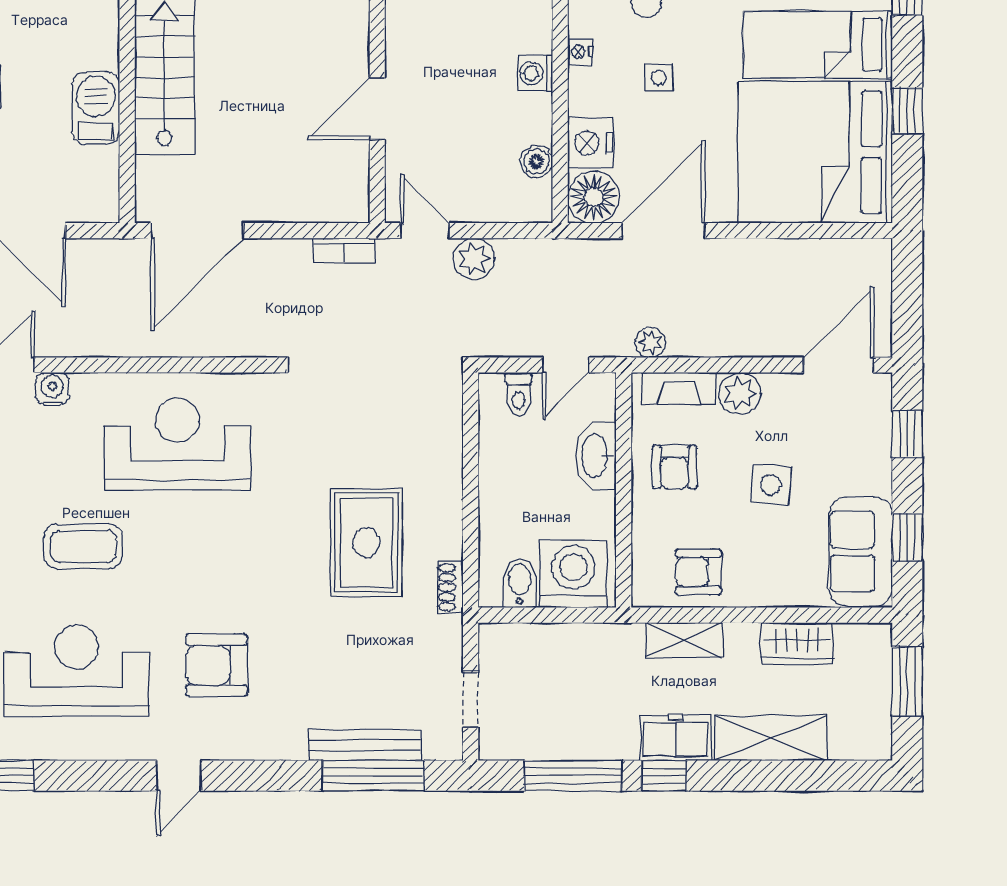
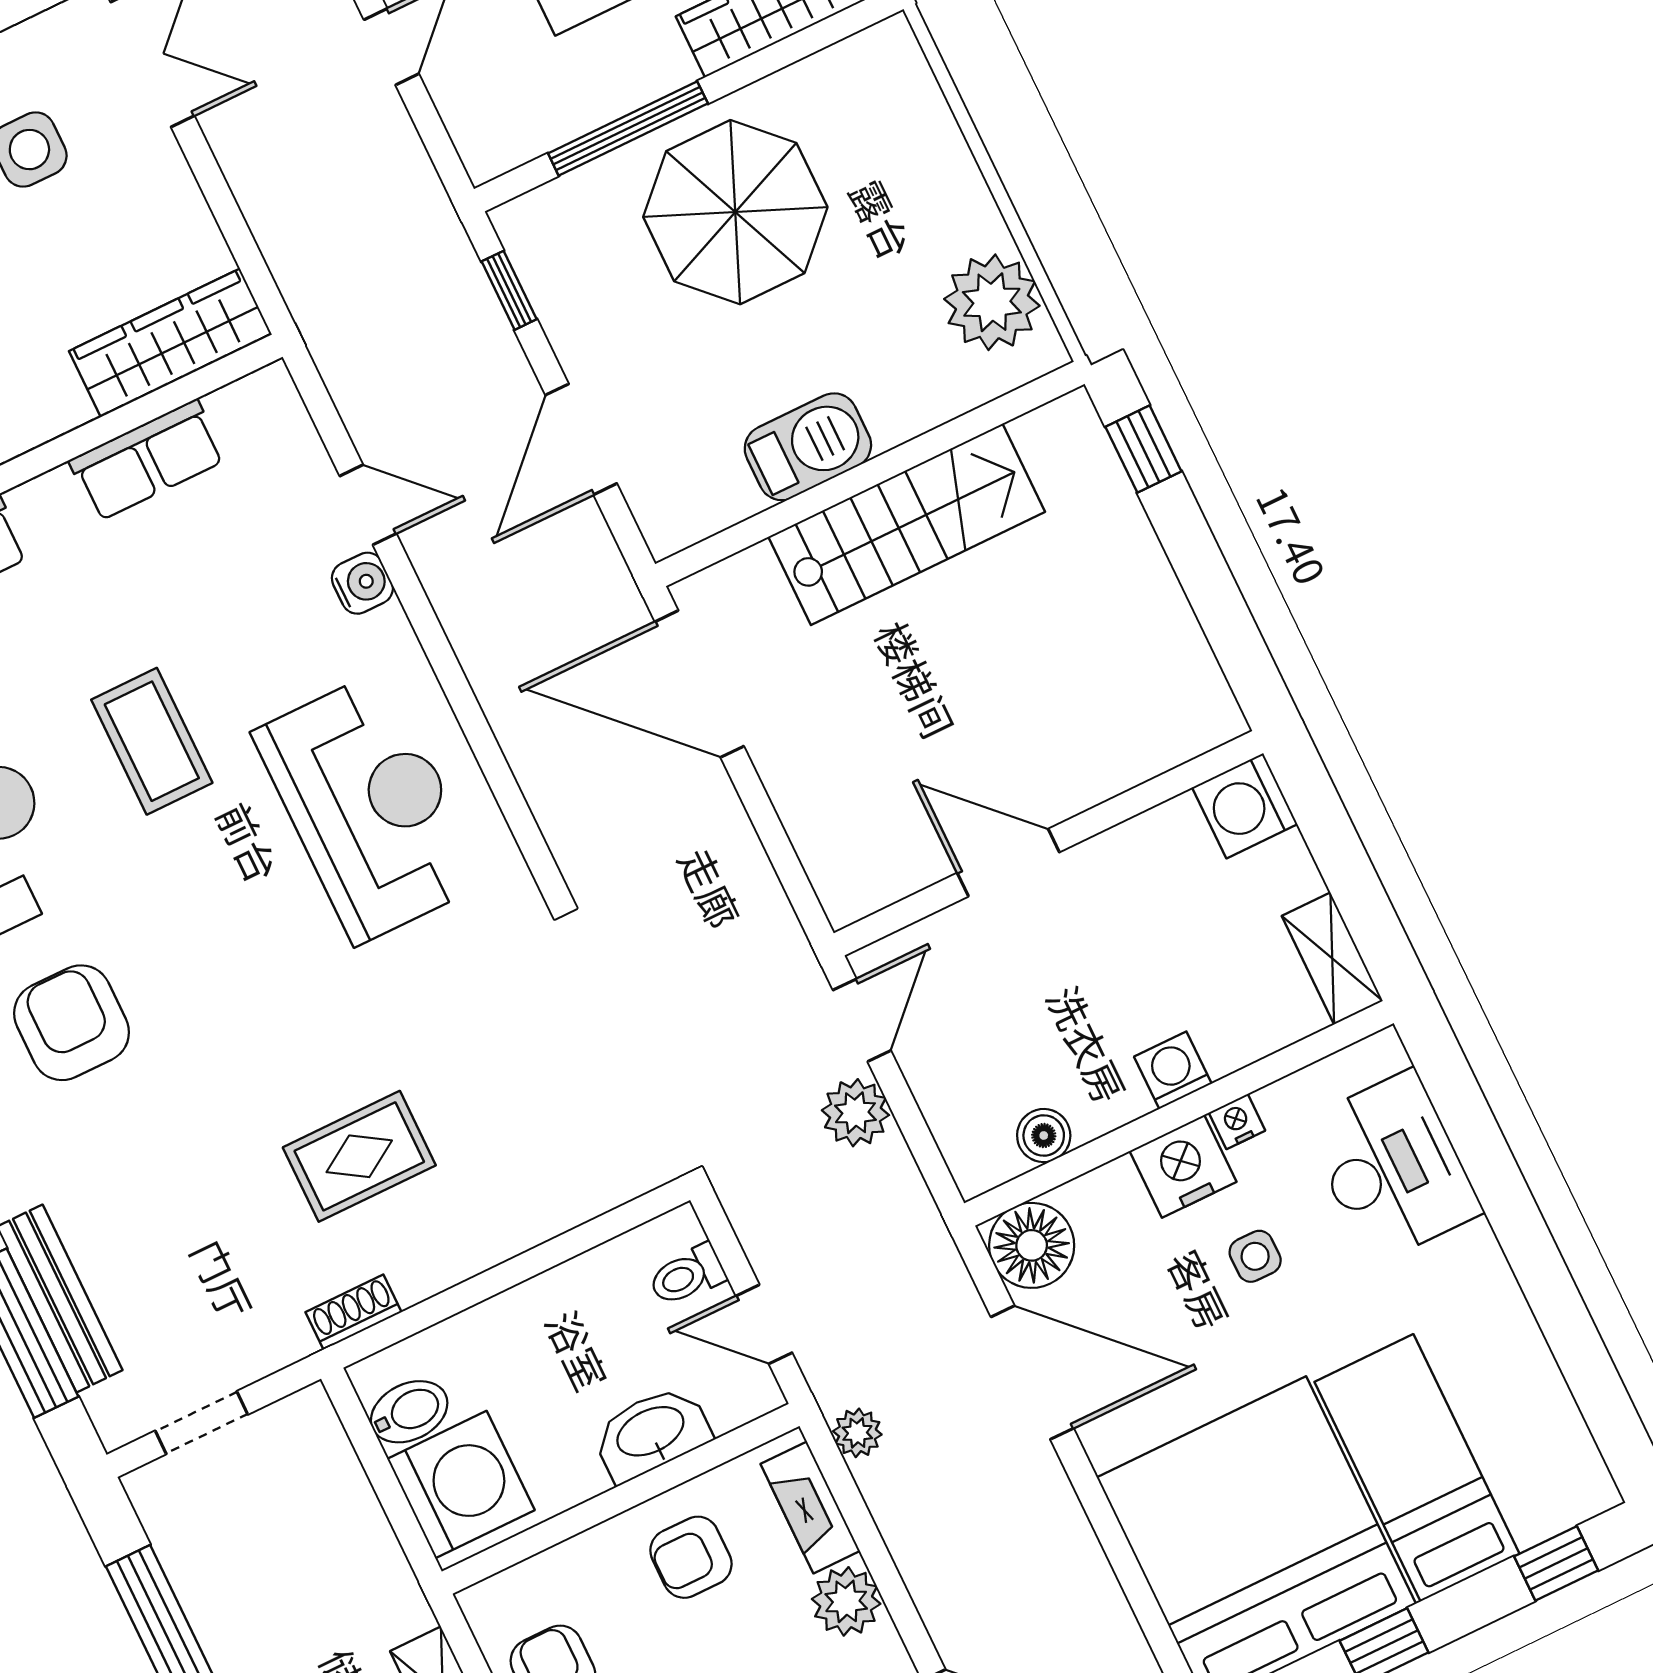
nightstand: (590, 143) -> (1183, 1166), moved
bookcase: (344, 250) -> (775, 915), removed
rug: (366, 543) -> (359, 1156), width x0.73, depth x0.70

